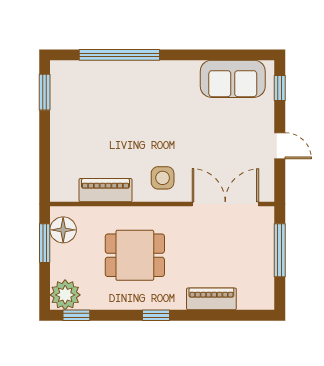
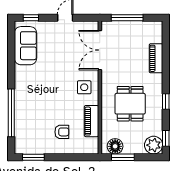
armchair: (87, 140) -> (62, 132), added
window: (156, 315) -> (166, 102), moved

